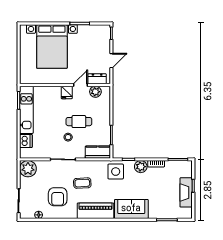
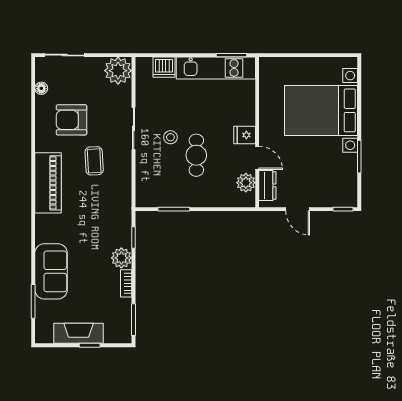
kitchen counter: (98, 152) -> (146, 187), removed
side table: (116, 172) -> (113, 216), removed
sofa: (131, 209) -> (51, 271), moved

